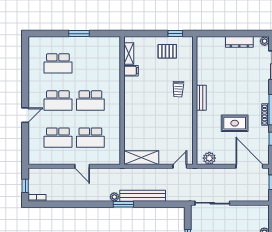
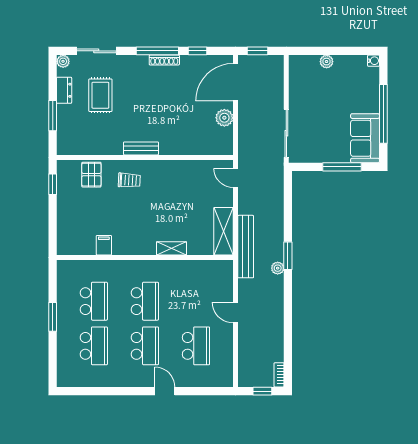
window: (225, 34) -> (53, 116), added
dresser: (239, 42) -> (64, 90), width x0.70
pallet: (167, 51) -> (91, 175), moved
shelving: (129, 54) -> (172, 248), moved
rug: (235, 123) -> (100, 95), moved
school desk: (90, 138) -> (94, 301), moved
plant: (209, 158) -> (224, 118), moved
door: (82, 166) -> (235, 313), swing flipped
bench: (143, 196) -> (246, 247), moved

